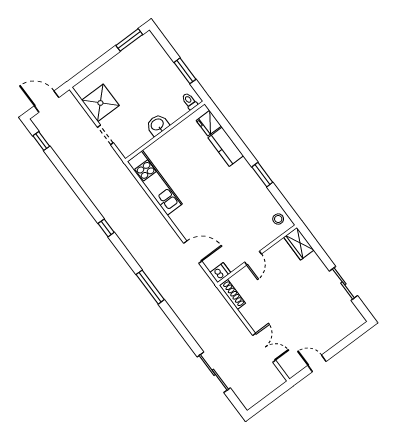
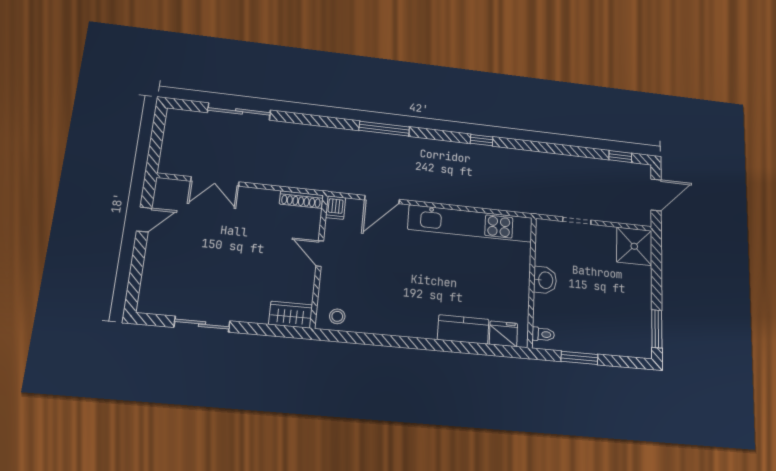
shower: (100, 103) -> (634, 246), moved
window: (262, 175) -> (400, 342), removed
kitchen unit: (155, 183) -> (471, 224), width x1.36

